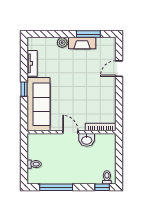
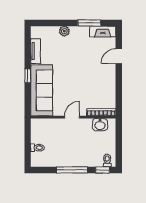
fireplace: (82, 43) -> (103, 32), moved
door: (70, 132) -> (72, 117), hinge flipped
washbasin: (87, 140) -> (100, 125), moved
window: (56, 187) -> (72, 170), moved

